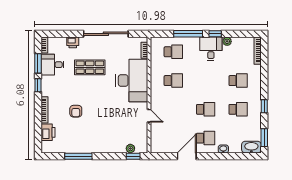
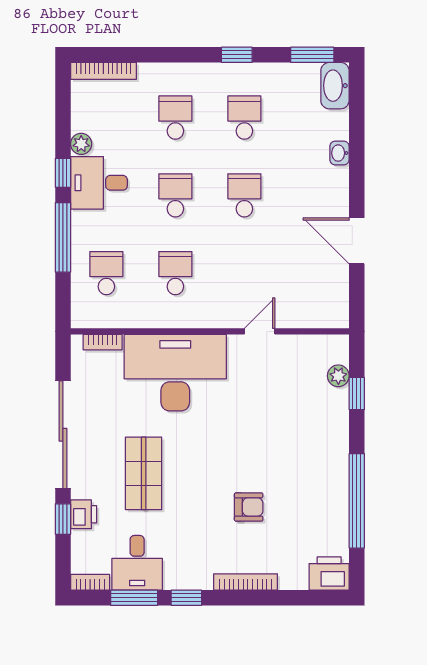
window: (71, 34) -> (63, 519), added
printer: (48, 132) -> (329, 574), moved
school desk: (206, 138) -> (175, 195), moved
window: (78, 156) -> (357, 501), width x1.46
window: (133, 156) -> (357, 394), moved

